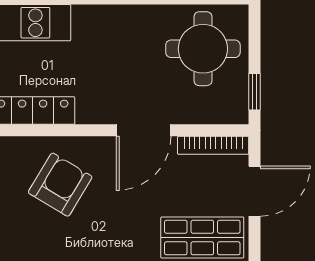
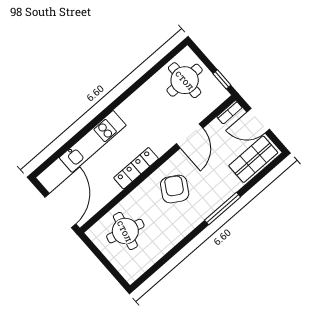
bookcase: (213, 145) -> (229, 112), width x0.64
door: (255, 191) -> (258, 121), swing flipped

